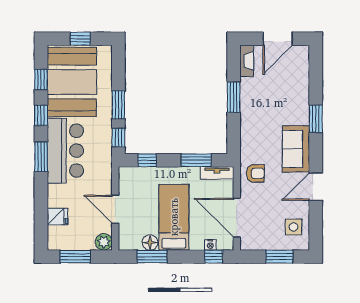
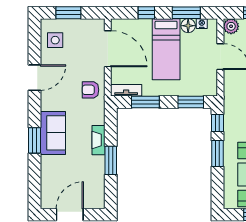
fireplace: (247, 61) -> (98, 140), moved
sofa: (296, 149) -> (53, 133), moved
window: (147, 160) -> (191, 102), width x1.50
nightstand: (210, 245) -> (202, 24), moved
window: (214, 257) -> (146, 13), moved

